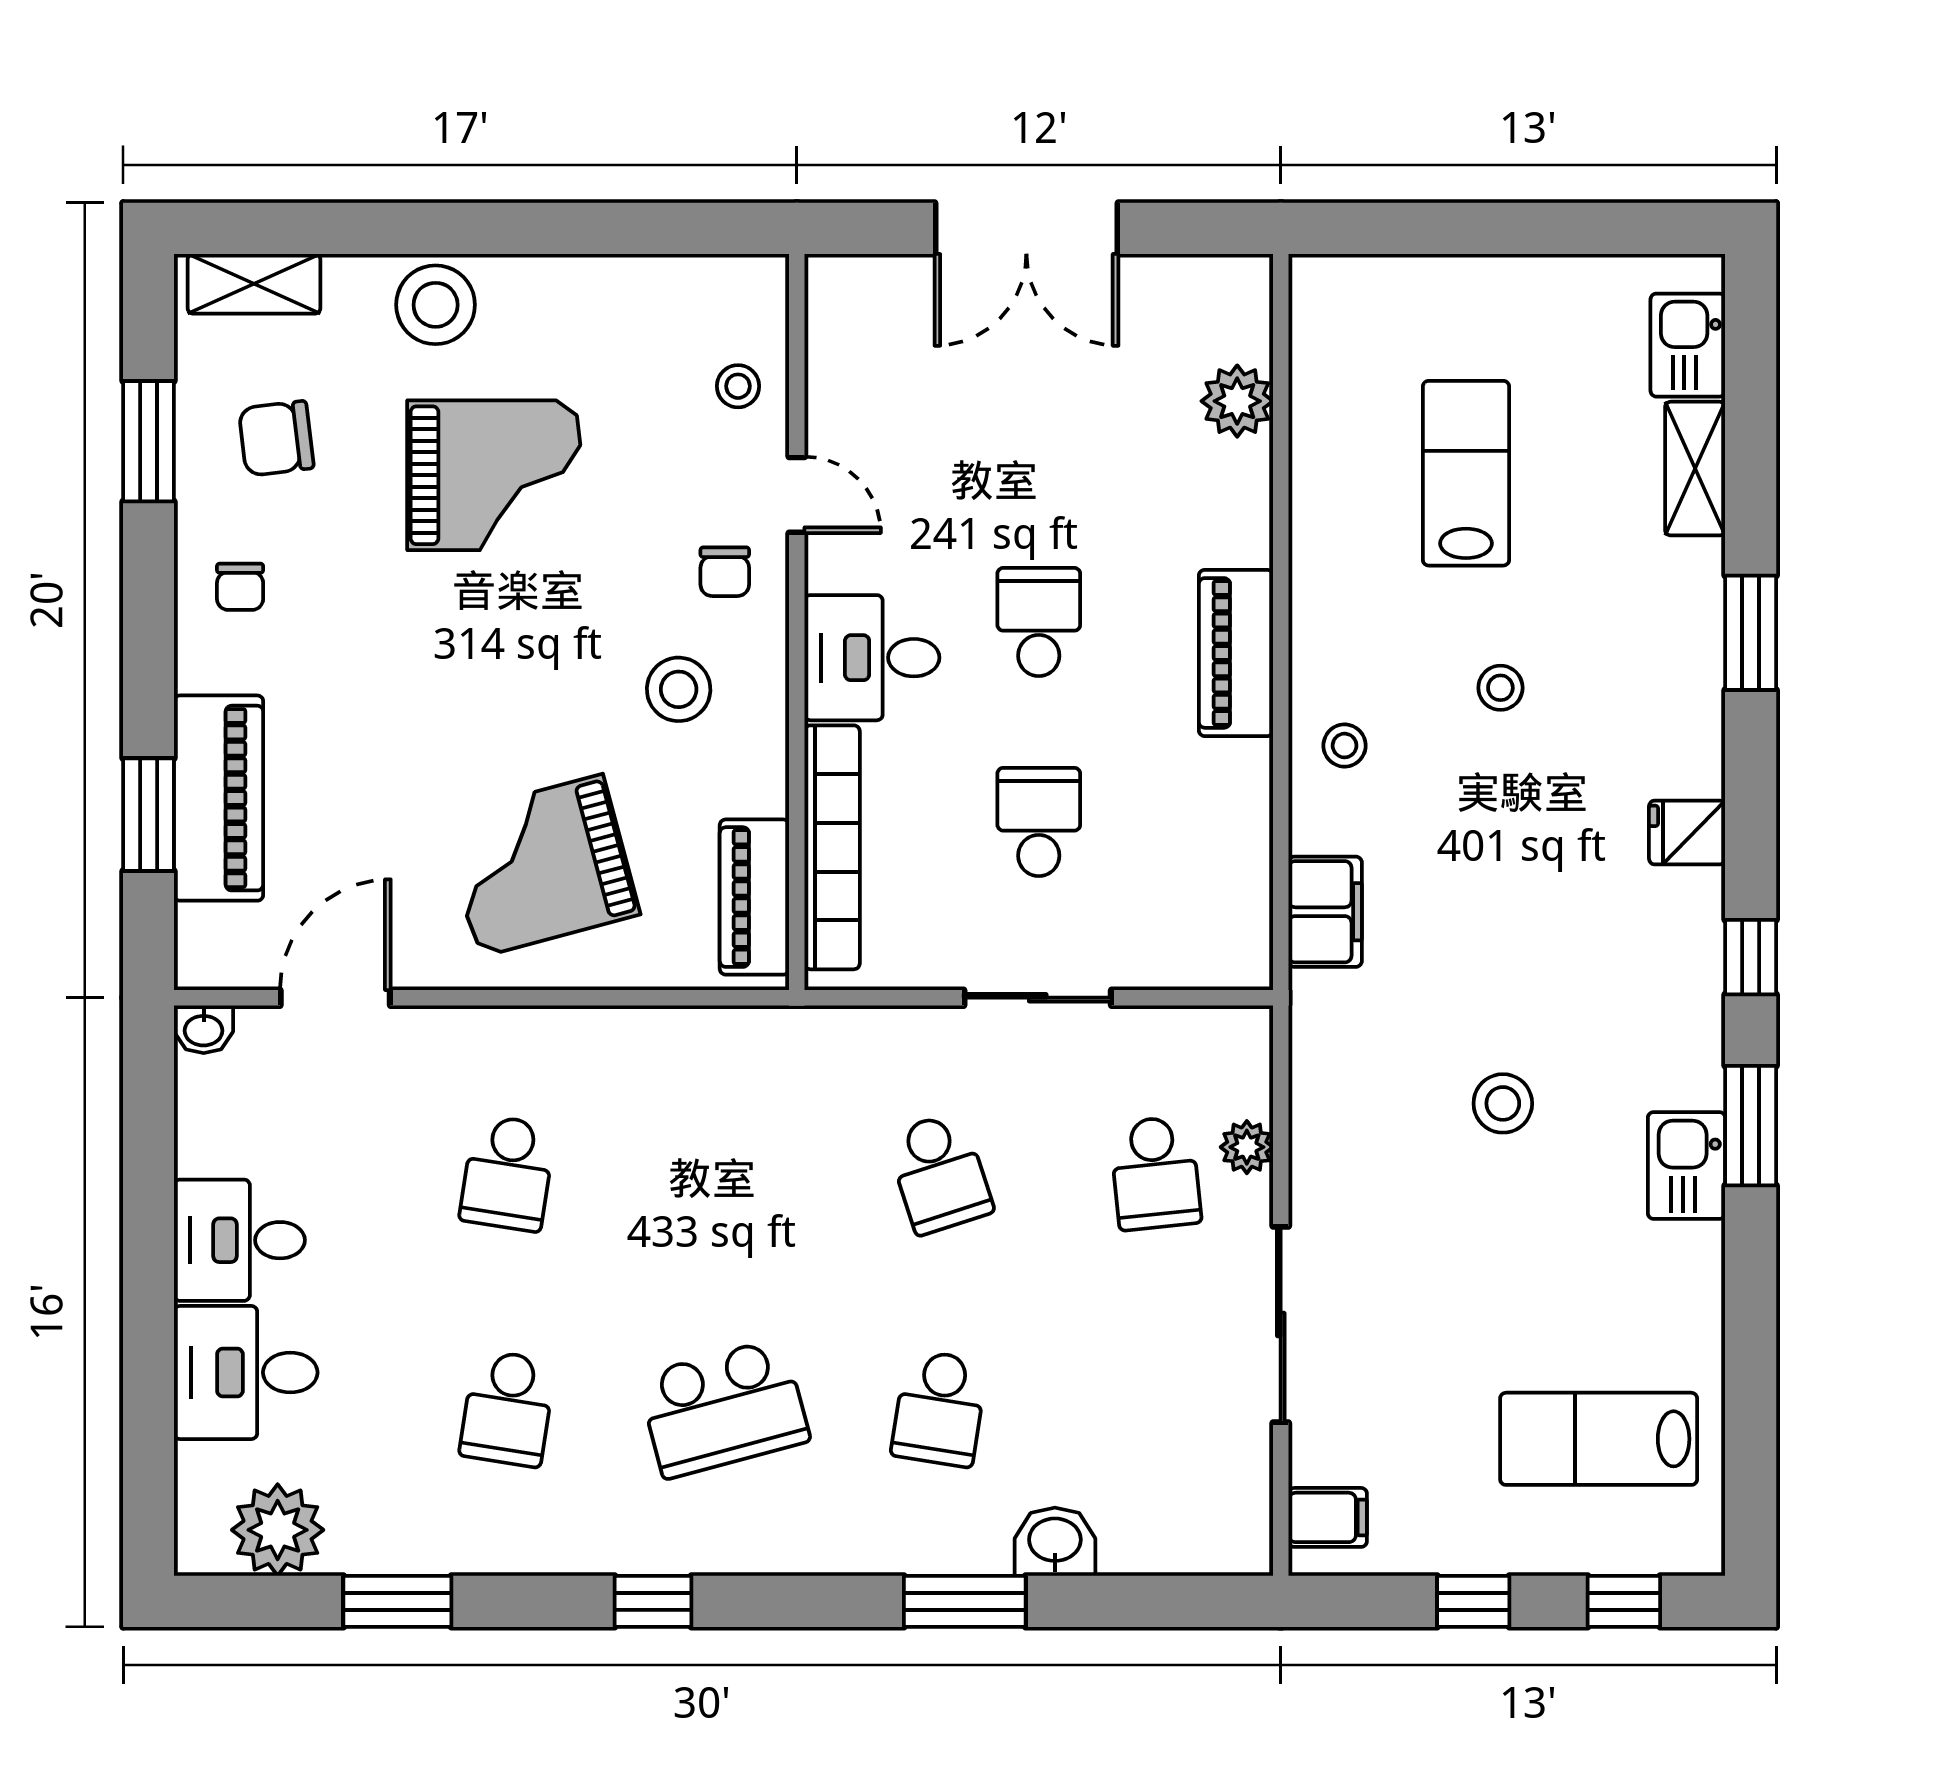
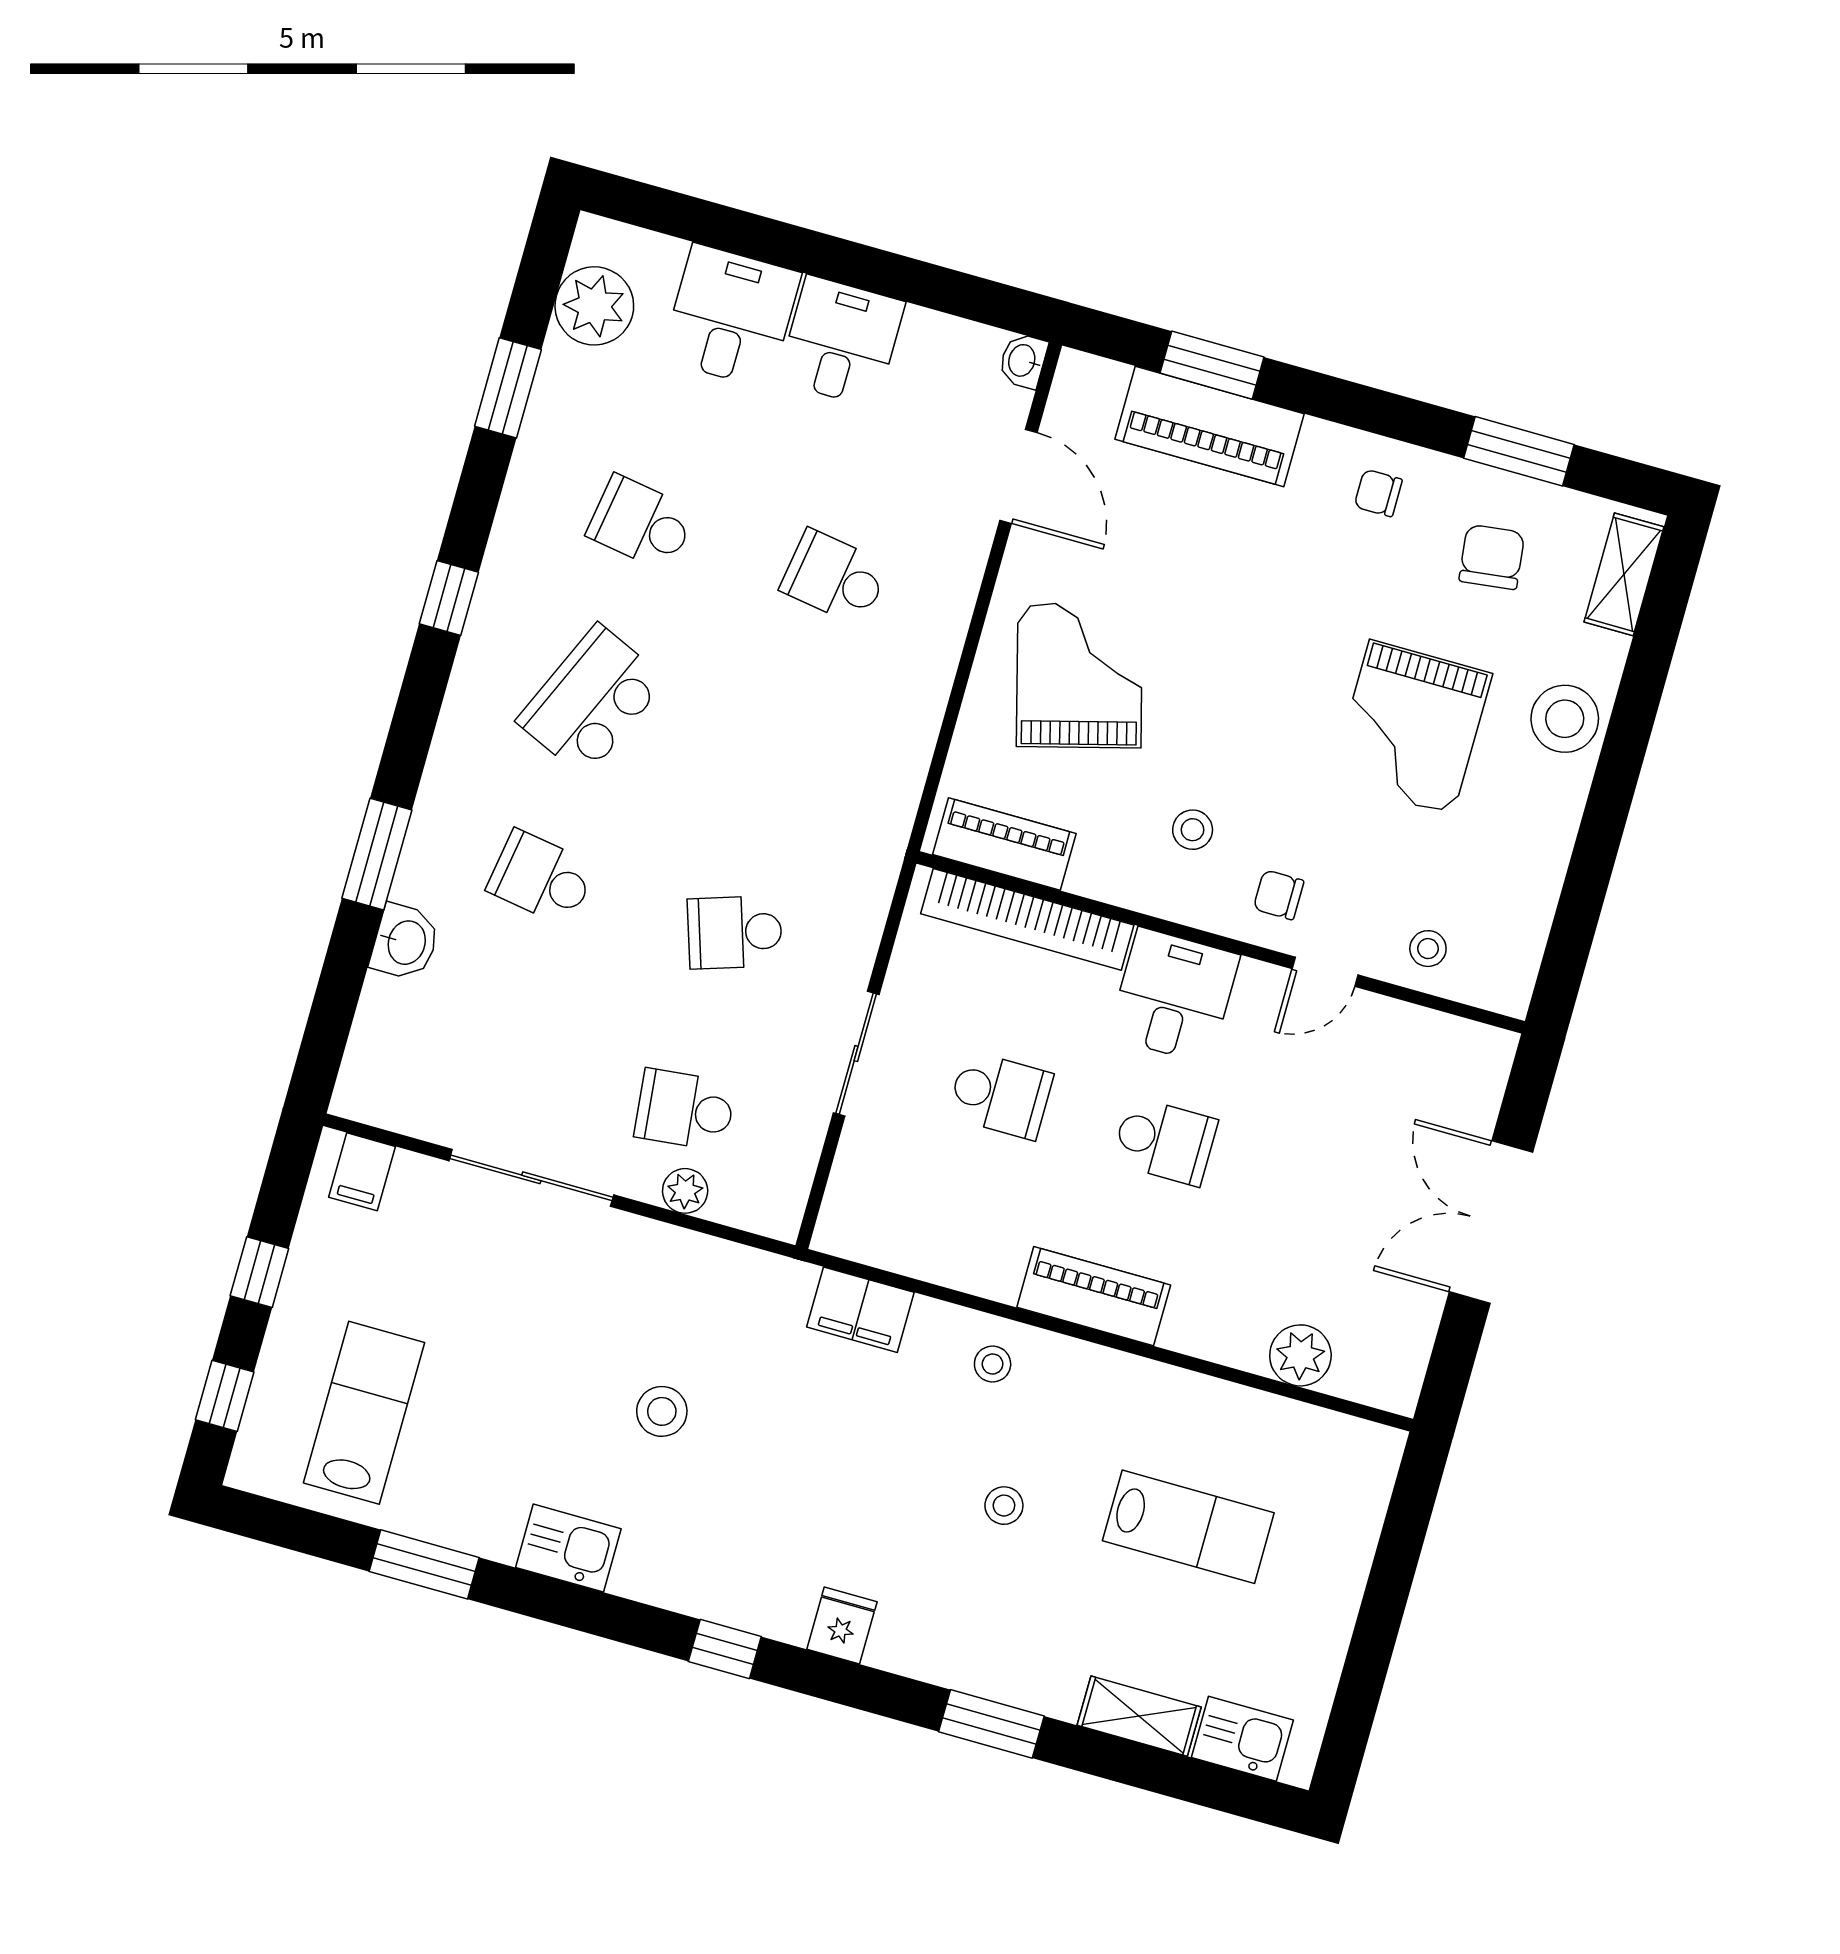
stool: (679, 689) -> (1193, 830), width x0.73, depth x0.73
window: (1751, 1126) -> (424, 1564), moved
school desk: (724, 1408) -> (591, 701), turned 39

